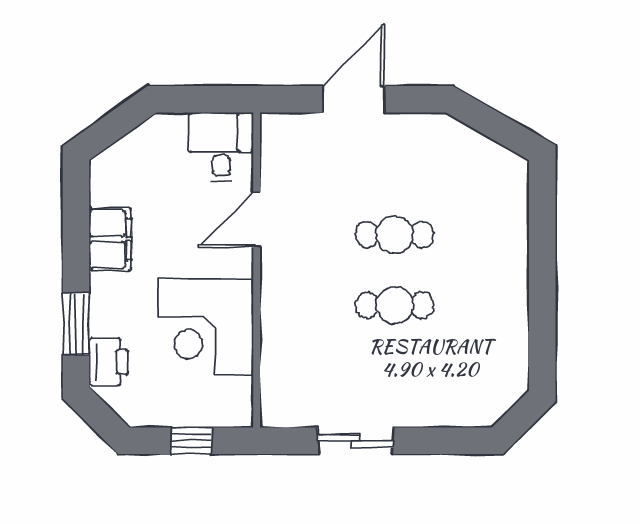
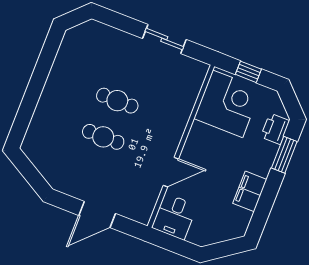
corner desk: (206, 327) -> (228, 104), moved

